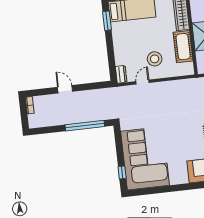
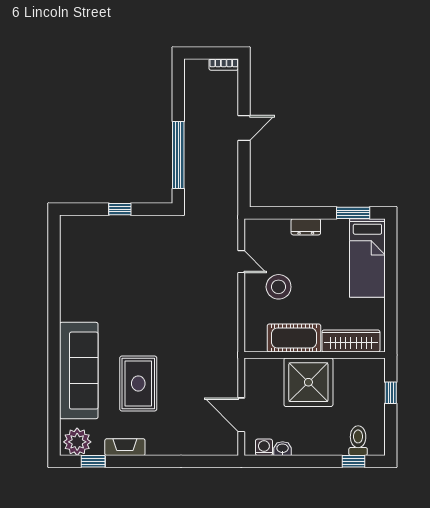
dresser: (121, 74) -> (306, 227), moved
corner sofa: (145, 158) -> (111, 251), removed
window: (122, 172) -> (120, 209), moved

